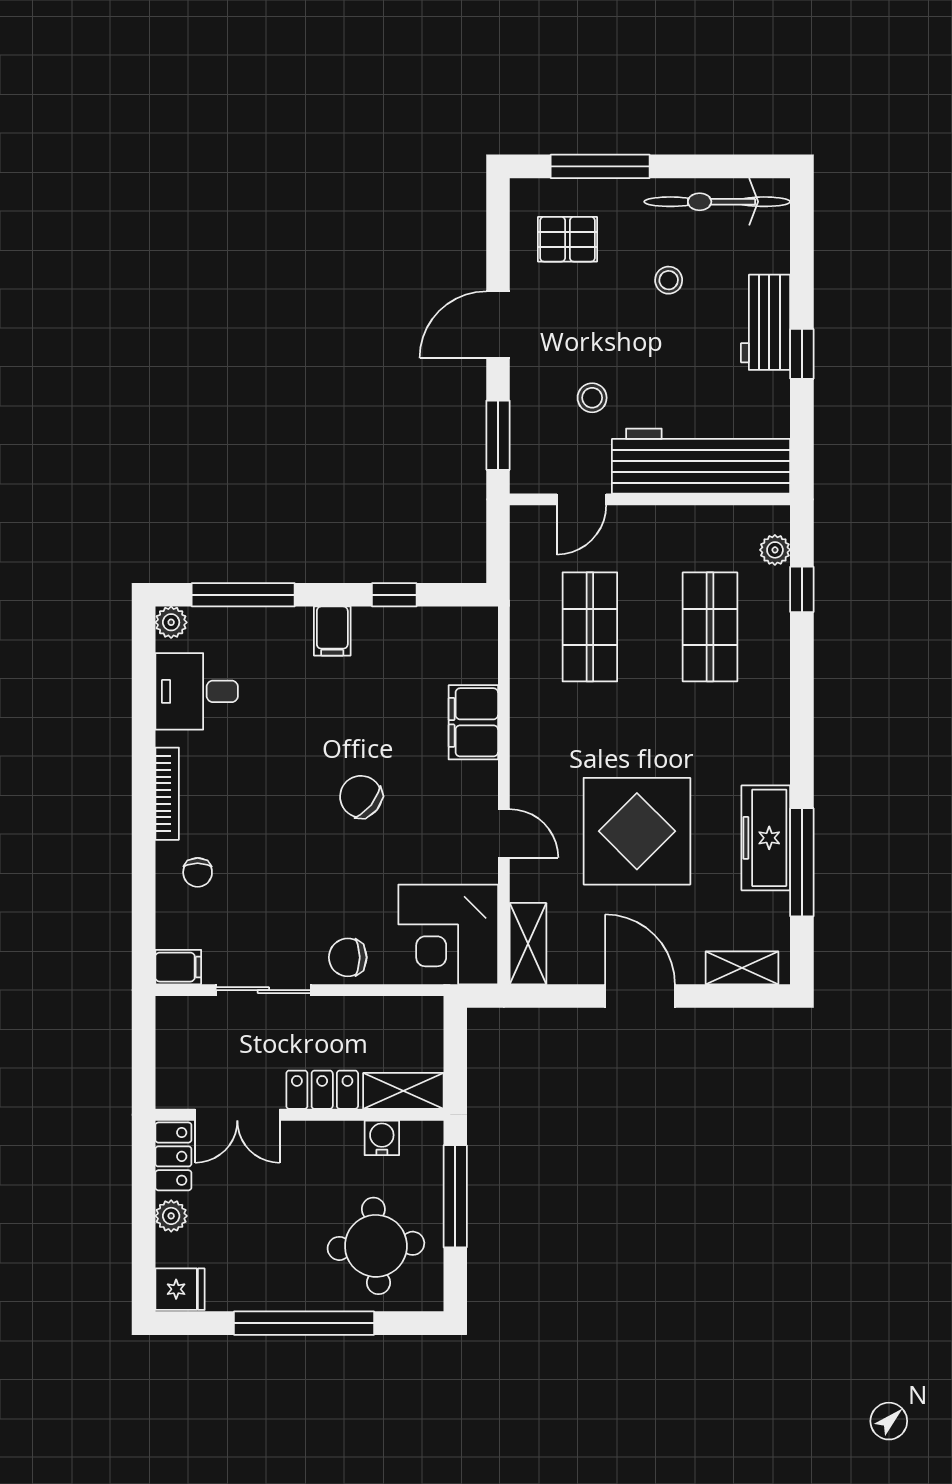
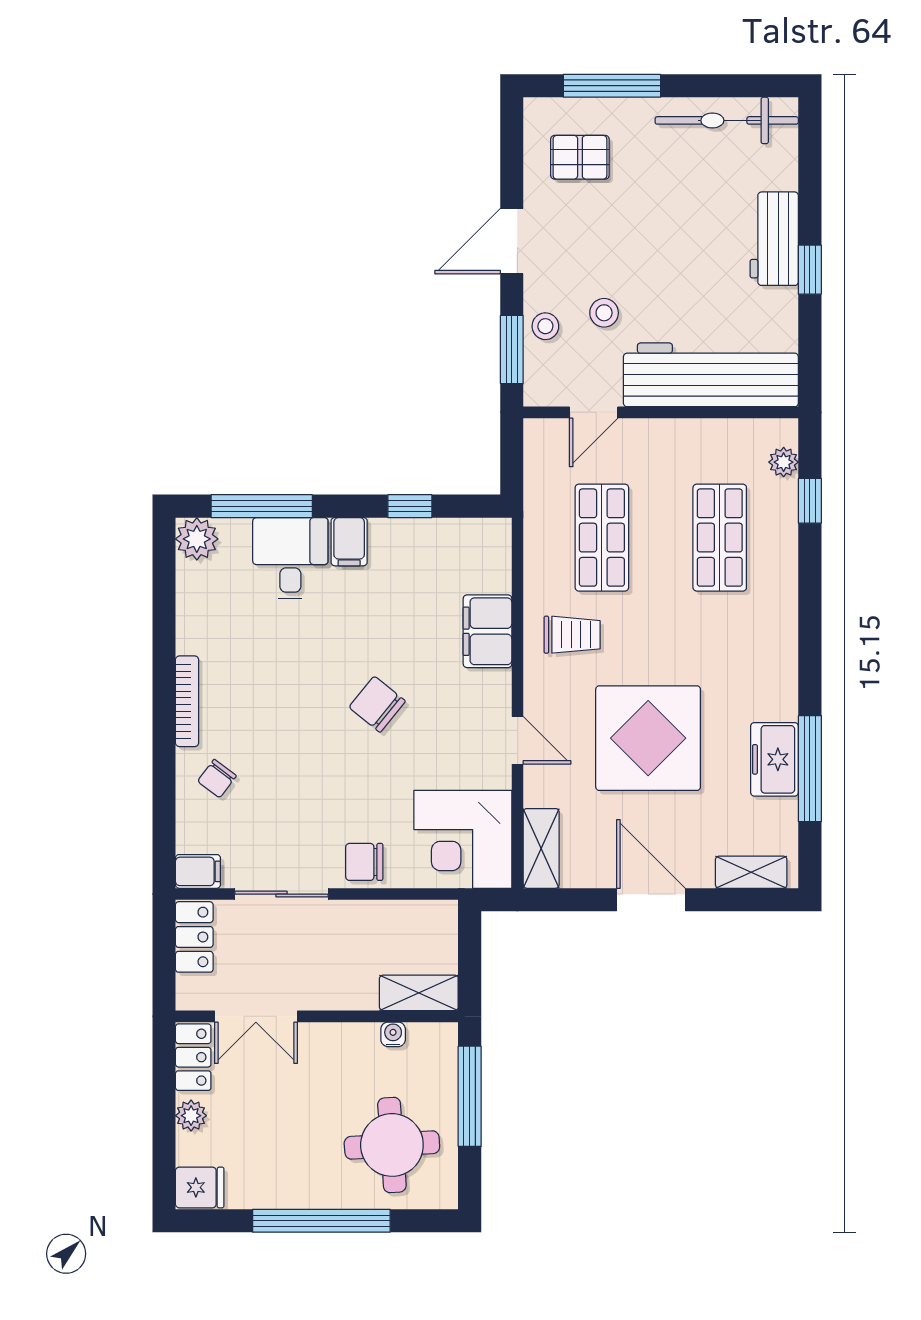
stool: (669, 280) -> (545, 326), moved
plant: (171, 622) -> (197, 539), width x1.38, depth x1.38
desk: (197, 691) -> (290, 558), moved, turned 90
trolley: (560, 726) -> (572, 635), added
freezer: (766, 838) -> (774, 759), width x0.71
chair: (198, 872) -> (217, 778), turned 37
locker: (322, 1090) -> (194, 937), moved, turned 90
water cooler: (382, 1138) -> (393, 1034), width x0.72, depth x0.72

